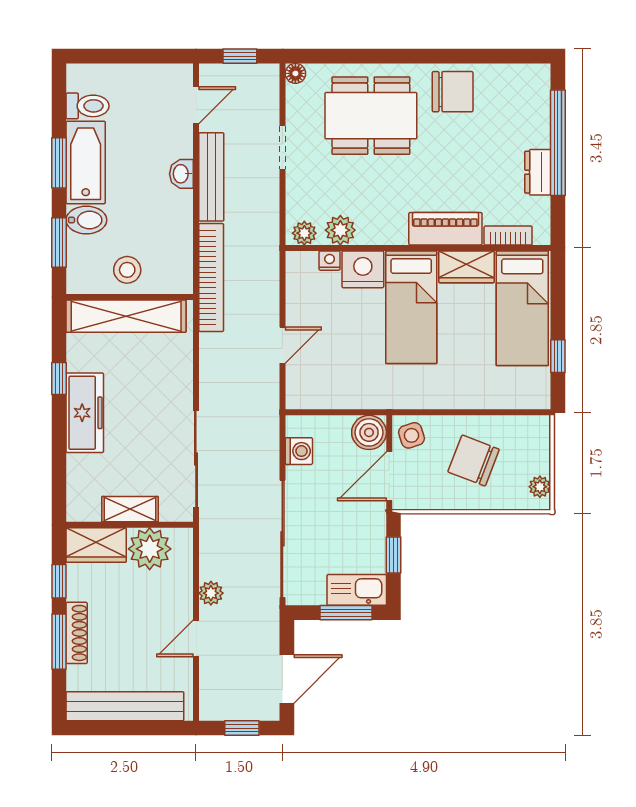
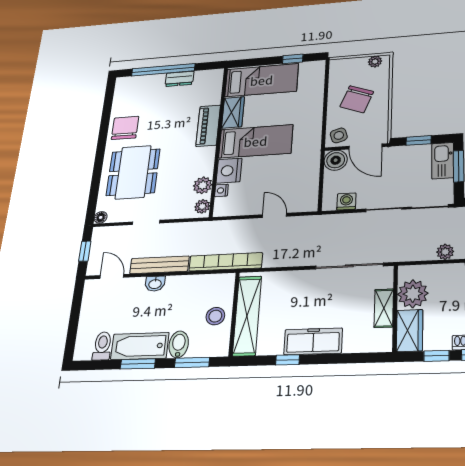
bookcase: (508, 235) -> (216, 91), removed

